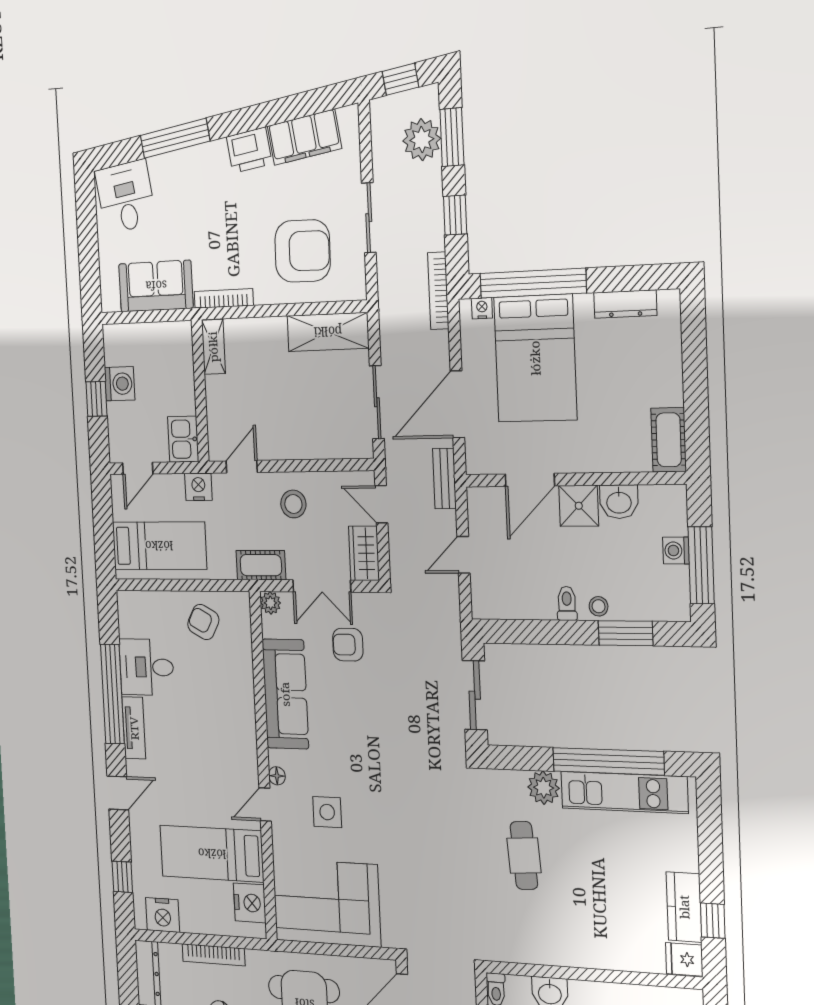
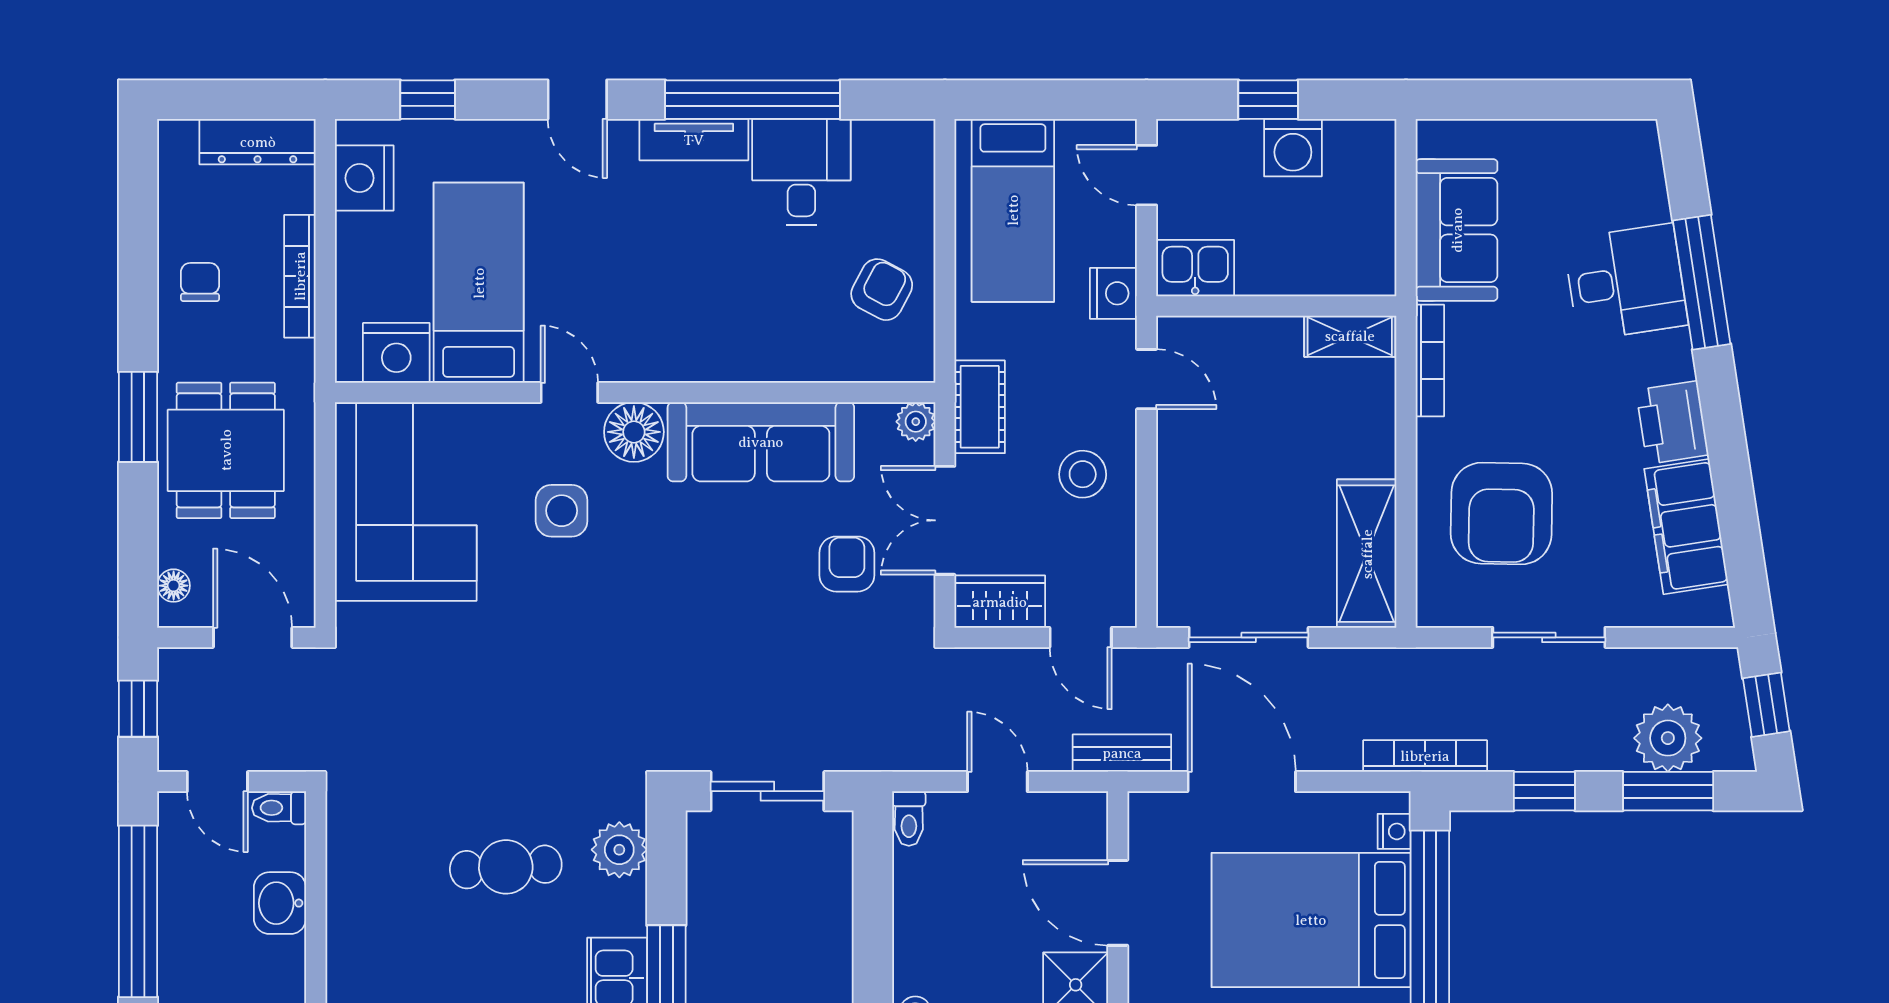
desk: (126, 197) -> (1626, 282), moved
door: (381, 504) -> (1081, 637), swing flipped
toilet: (567, 603) -> (909, 819), moved, turned 90
floor lamp: (277, 776) -> (634, 432), width x1.89, depth x1.89
plant: (544, 788) -> (619, 850), moved

